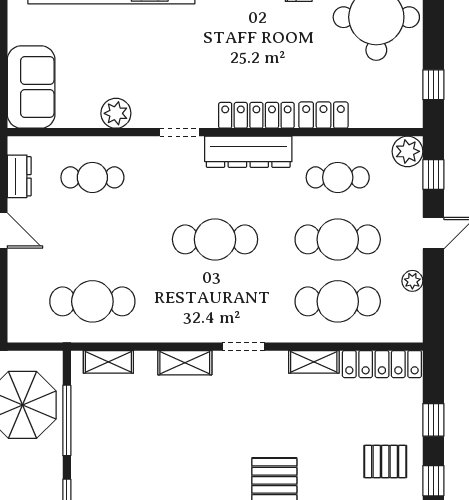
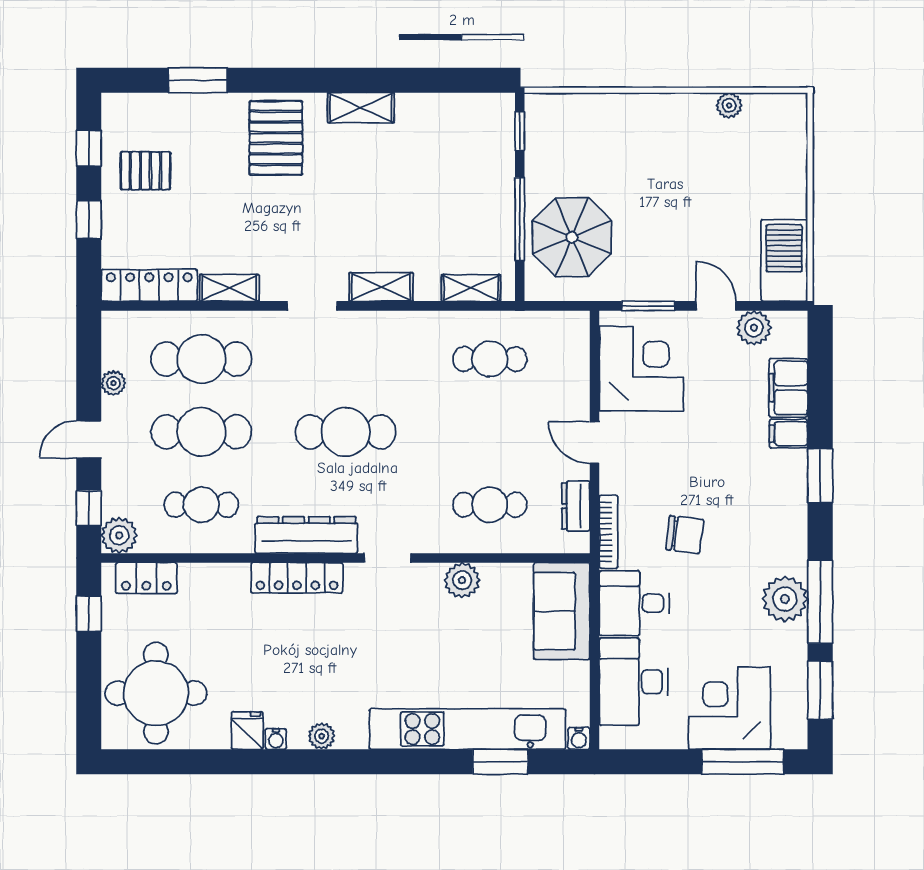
locker: (323, 115) -> (146, 578), moved
cafe table: (92, 301) -> (490, 359), width x0.73, depth x0.74

